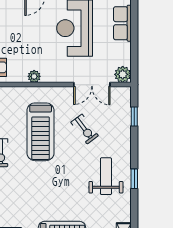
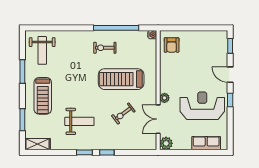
plant: (34, 76) -> (164, 98), moved
window: (134, 116) -> (107, 152), moved
weight bench: (106, 176) -> (79, 121), moved

